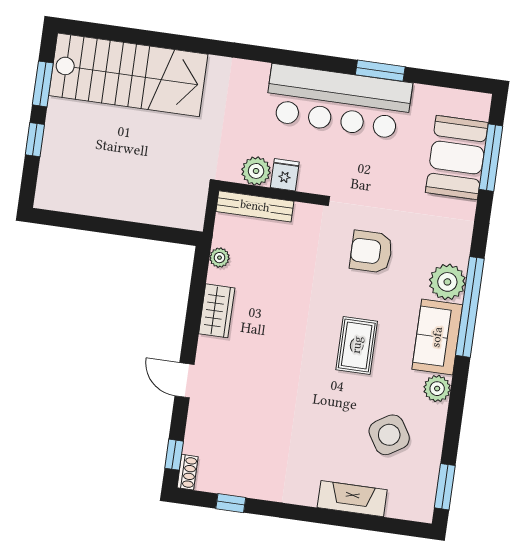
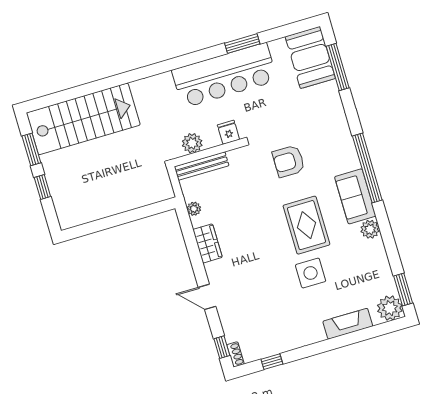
booth: (457, 157) -> (310, 57), moved
fridge: (285, 175) -> (228, 132), moved
plant: (447, 282) -> (390, 308), moved
rug: (357, 345) -> (306, 225), width x1.36, depth x1.43
side table: (389, 435) -> (311, 273), moved, turned 32

